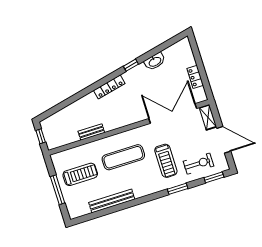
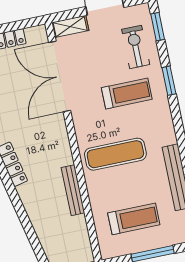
bench: (91, 132) -> (73, 190), width x1.36
exercise mat: (123, 157) -> (115, 154), turned 90
treadmill: (80, 174) -> (134, 219), turned 90

